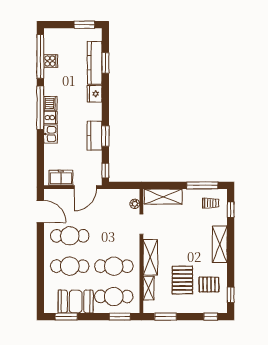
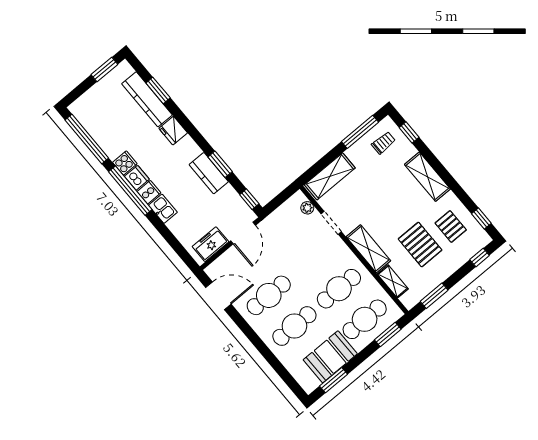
cooker: (51, 61) -> (125, 163), moved
pallet: (209, 284) -> (451, 226), turned 90

